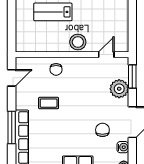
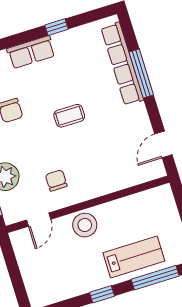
chair: (56, 69) -> (56, 180), moved
coffee table: (49, 103) -> (69, 116), moved

